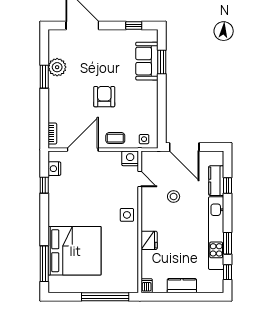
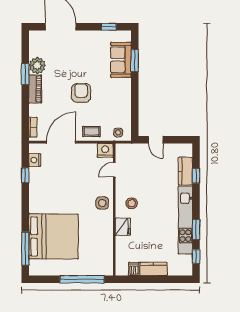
piano: (55, 92) -> (35, 89), added
door: (184, 147) -> (156, 140), width x0.53
door: (140, 179) -> (114, 170), swing flipped
stool: (174, 196) -> (132, 203), moved
dishwasher: (147, 286) -> (134, 269), moved

